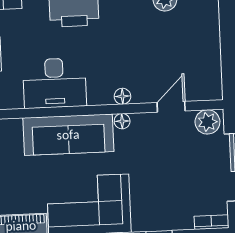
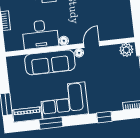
floor lamp: (122, 96) -> (64, 41), moved
door: (171, 107) -> (92, 45), moved

